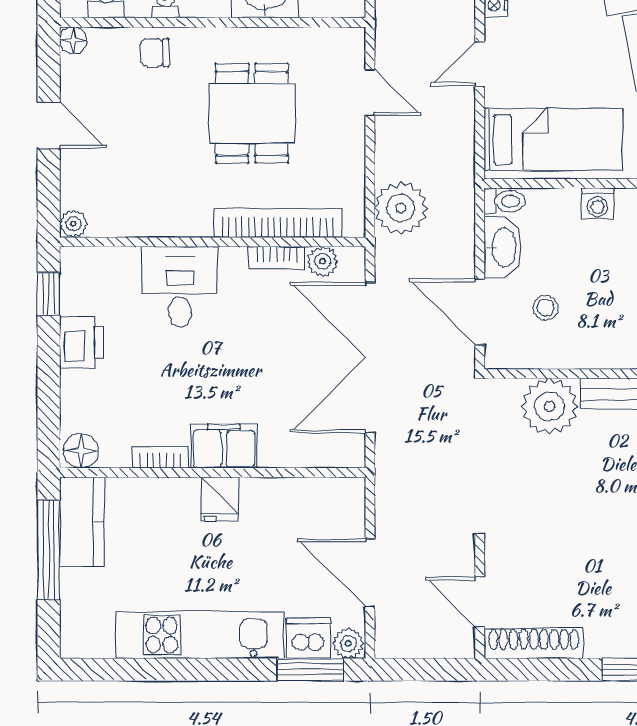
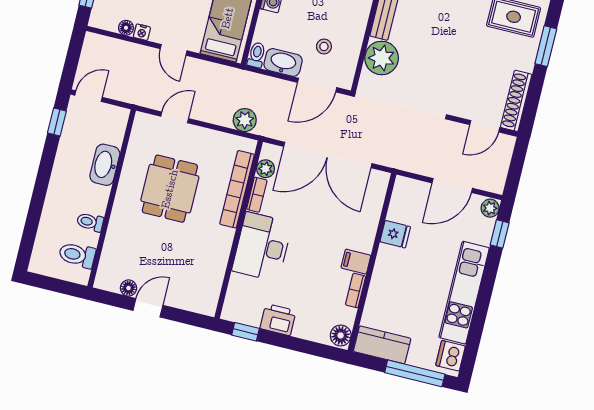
floor lamp: (73, 40) -> (129, 288), moved
chair: (155, 53) -> (121, 236), removed
dining table: (252, 113) -> (170, 189), turned 90
plant: (401, 208) -> (245, 120), width x0.73, depth x0.73
plant: (73, 224) -> (208, 307), removed
desk: (180, 287) -> (262, 247), width x1.37
filing cabinet: (224, 446) -> (356, 262), width x0.50
fridge: (220, 499) -> (395, 234), moved
window: (49, 550) -> (415, 373), moved
dishwasher: (308, 638) -> (450, 356), moved
window: (310, 670) -> (500, 234), width x0.67

